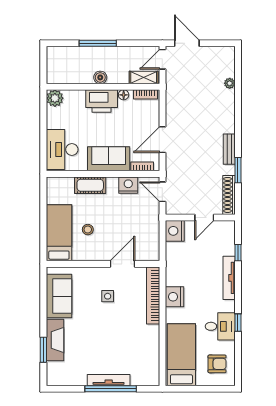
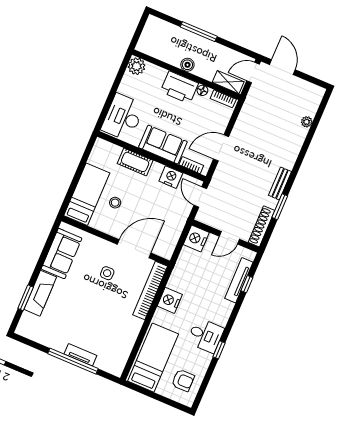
door: (123, 264) -> (134, 249), width x1.36
tv unit: (229, 278) -> (239, 280), moved
desk: (220, 326) -> (205, 335), moved
tv unit: (109, 380) -> (80, 355), width x0.71

